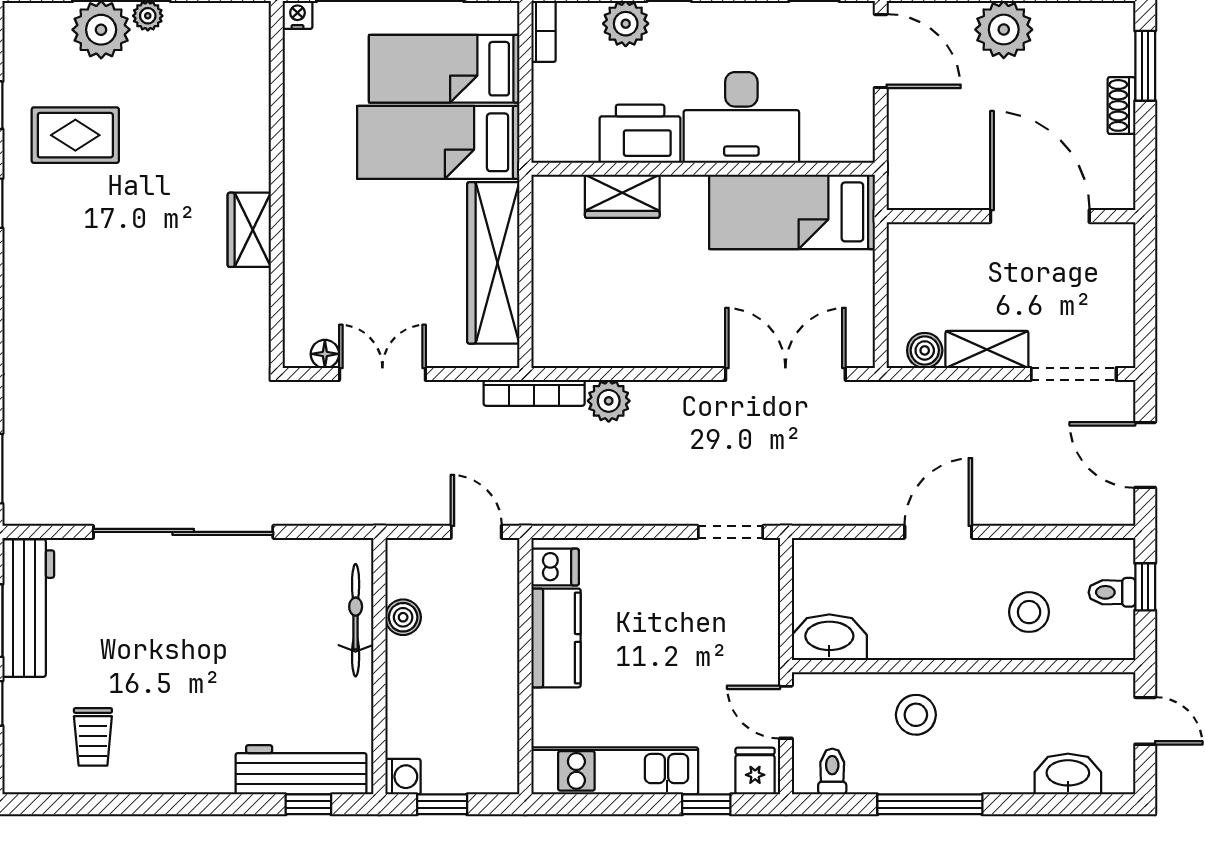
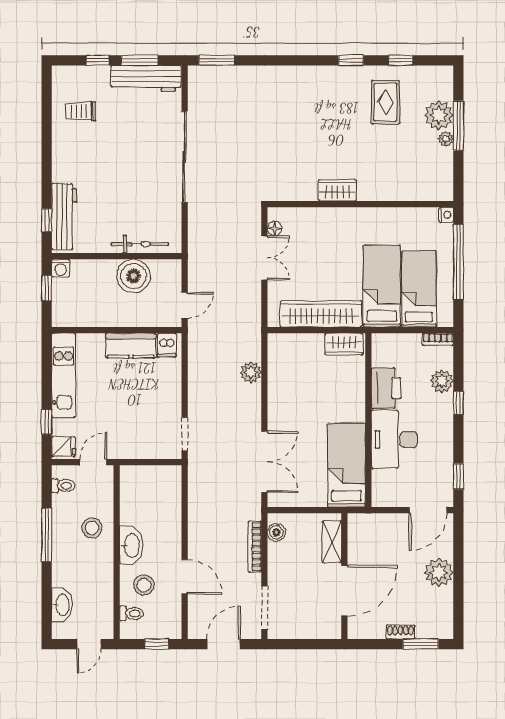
wardrobe: (622, 196) -> (344, 344), moved, turned -90
shelving: (987, 349) -> (332, 542), moved
bookcase: (534, 393) -> (255, 547), moved
door: (938, 532) -> (185, 577), moved
toilet: (1112, 592) -> (131, 613), moved, turned 90
boiler: (403, 617) -> (134, 276), width x1.86, depth x1.86
washbasin: (829, 637) -> (131, 545), moved

